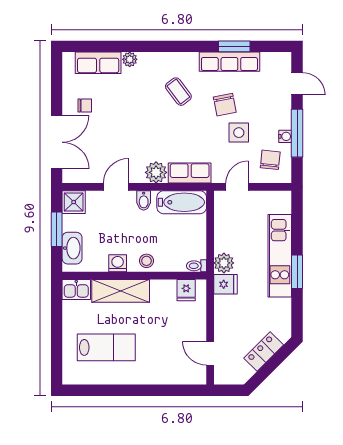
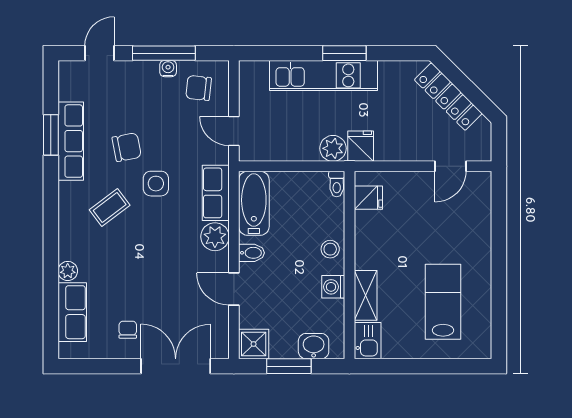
side table: (239, 133) -> (156, 184), moved
washbasin: (72, 248) -> (314, 346), width x0.72
shelving: (121, 291) -> (366, 295), width x0.67, depth x0.75
locker: (264, 352) -> (448, 97), width x1.53

